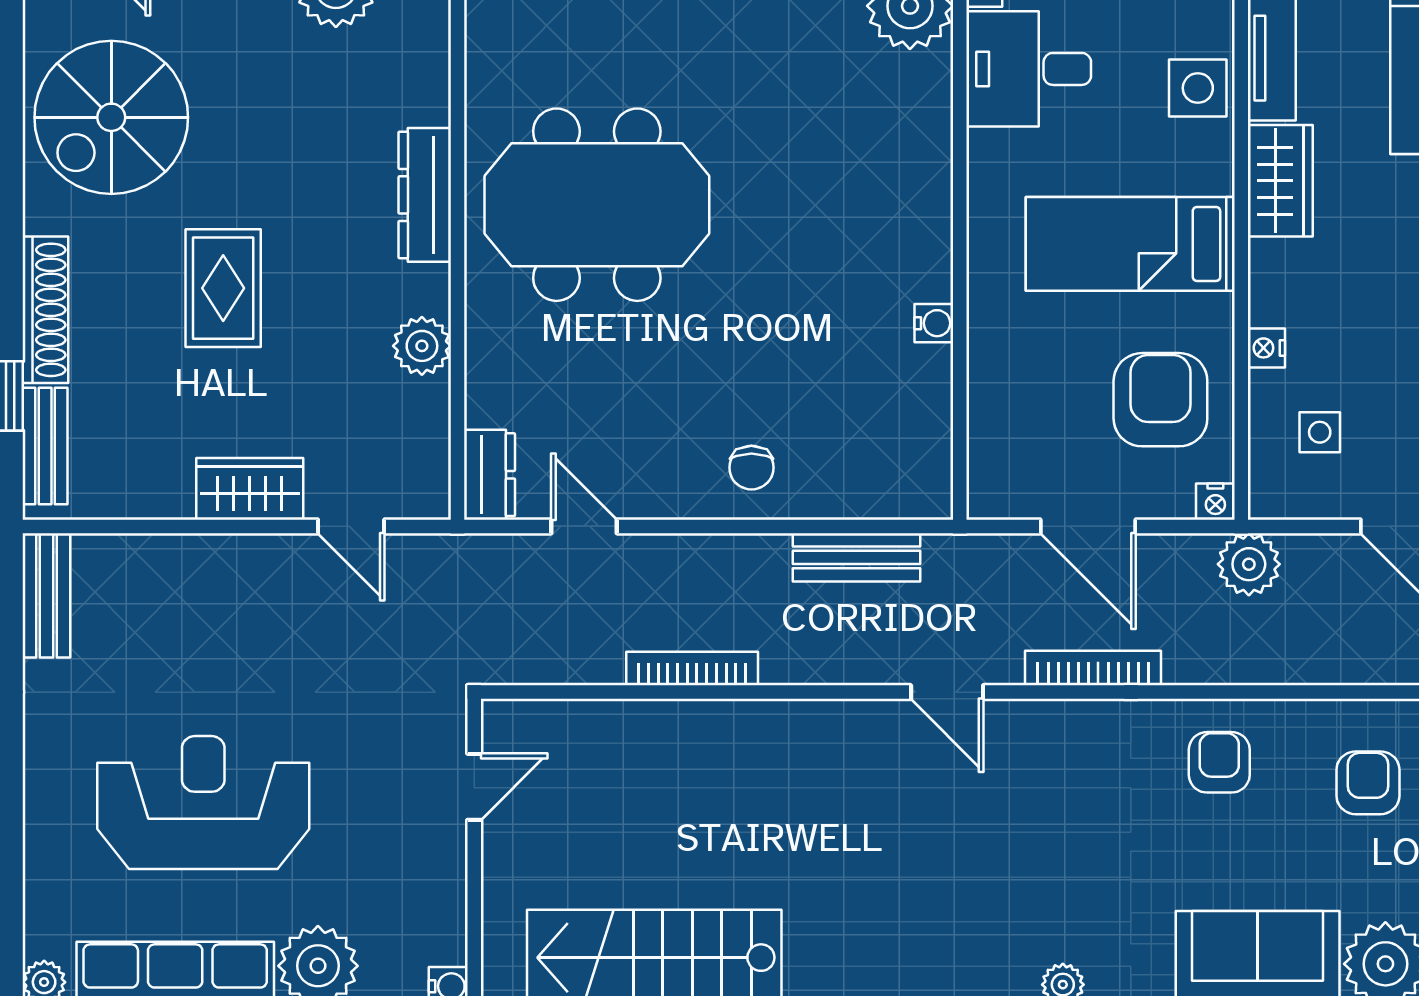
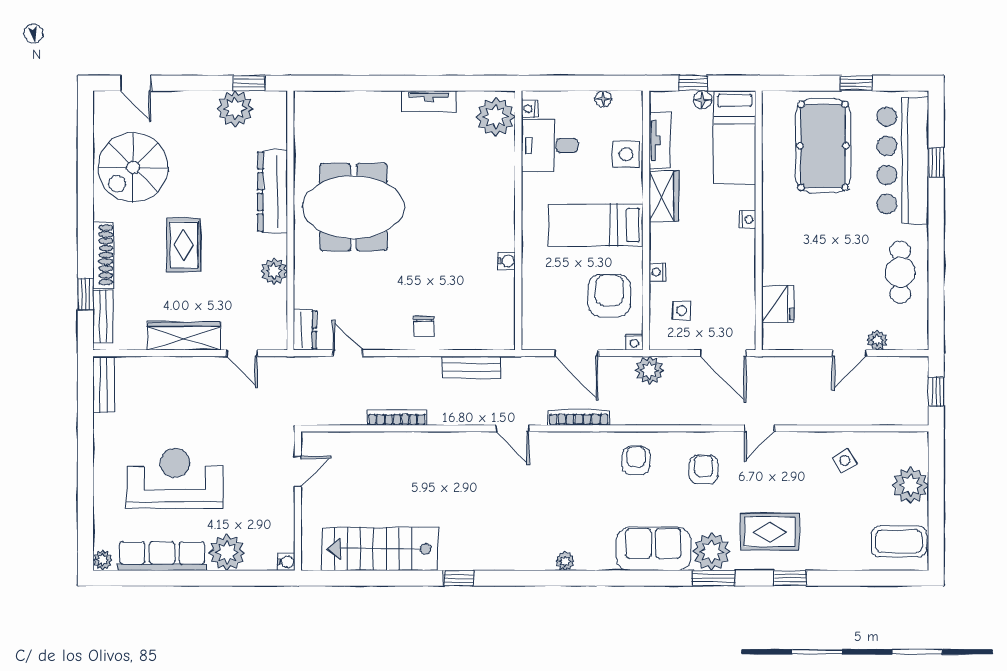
dresser: (425, 195) -> (272, 192), width x1.37, depth x1.24
wardrobe: (250, 489) -> (184, 336), width x1.50

